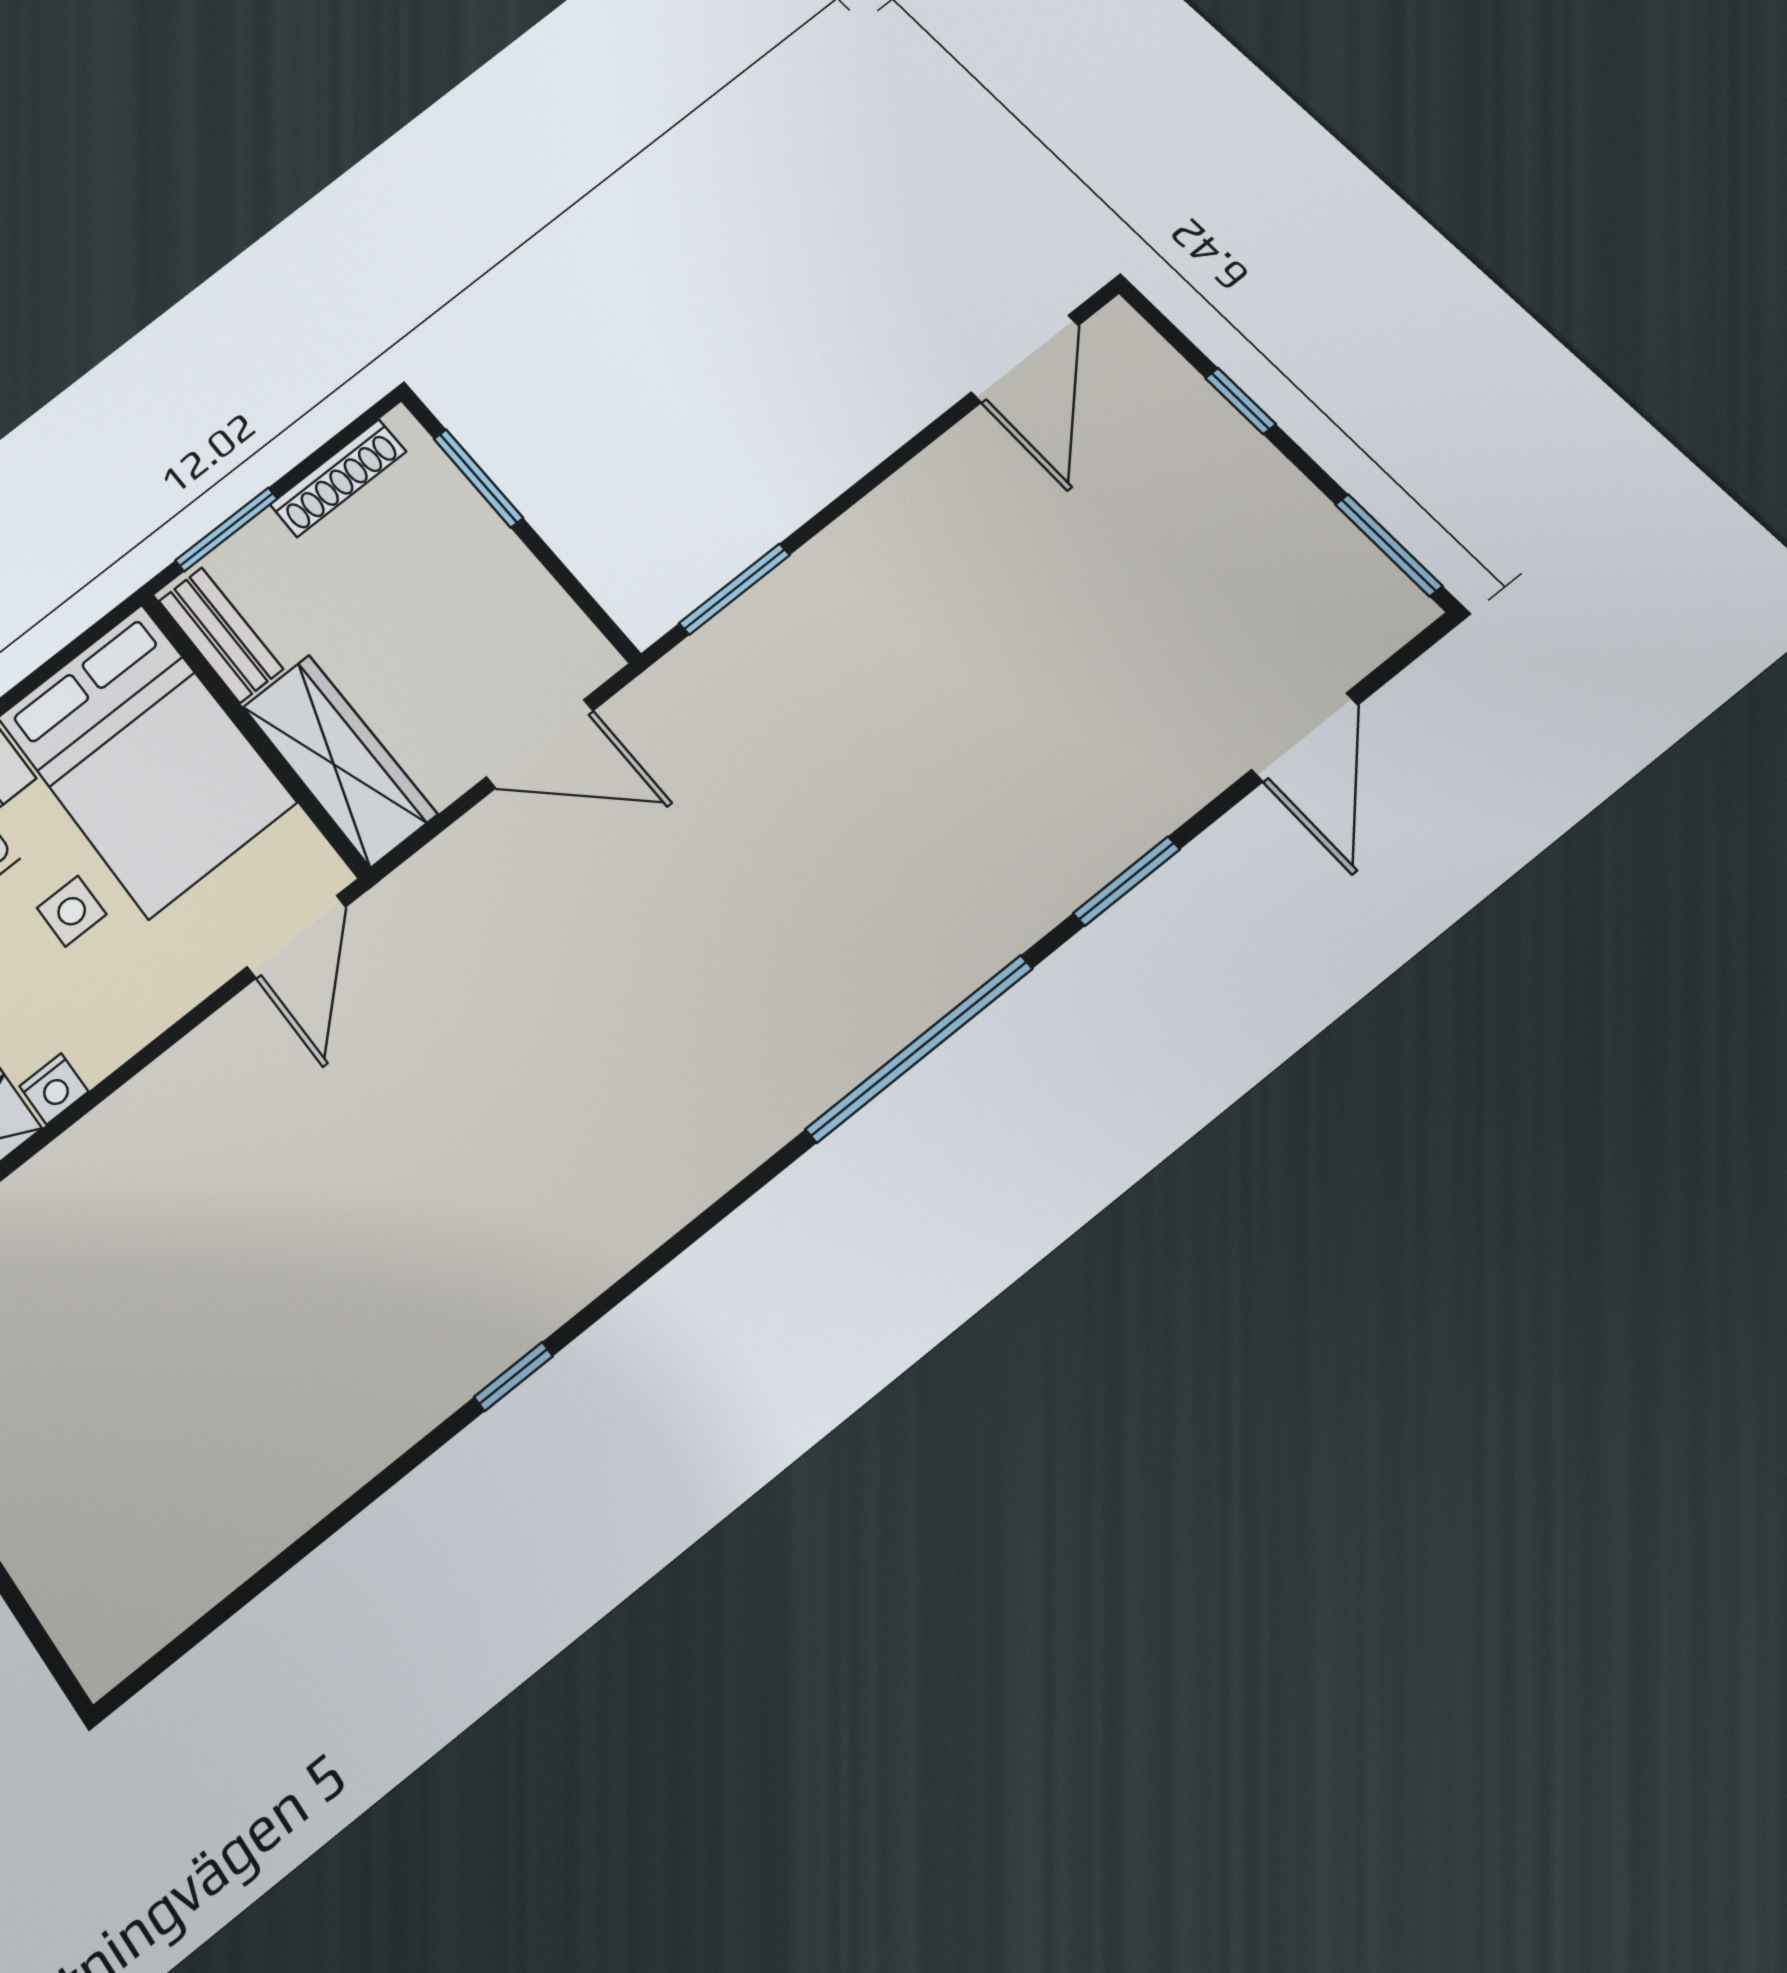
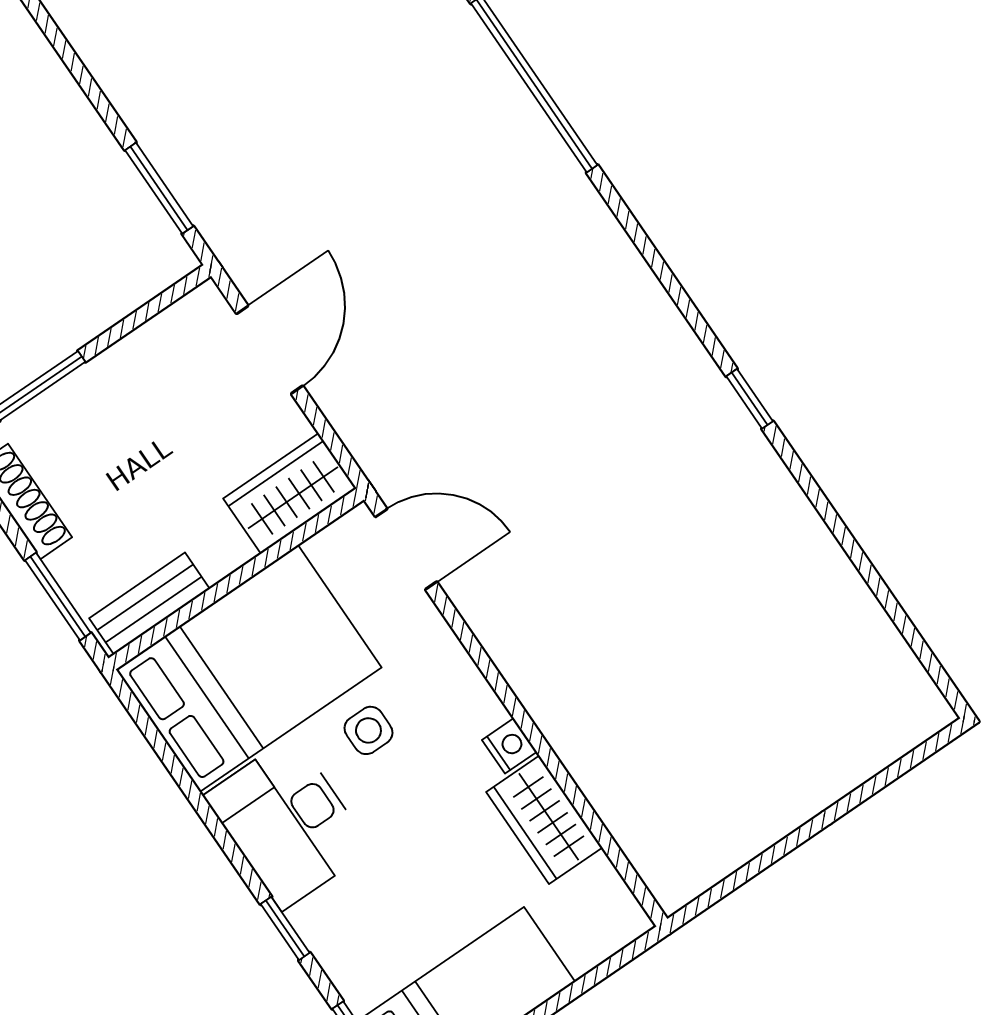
wardrobe: (339, 760) -> (290, 493), width x0.67

